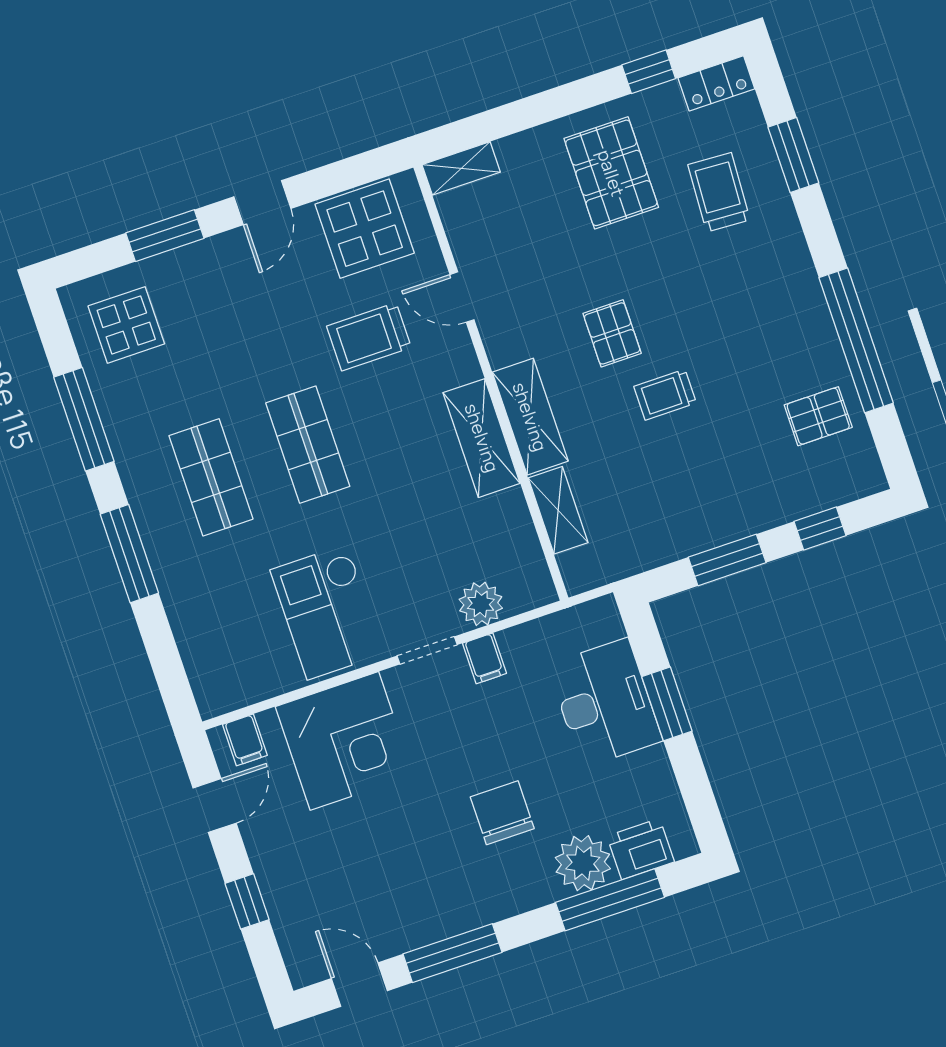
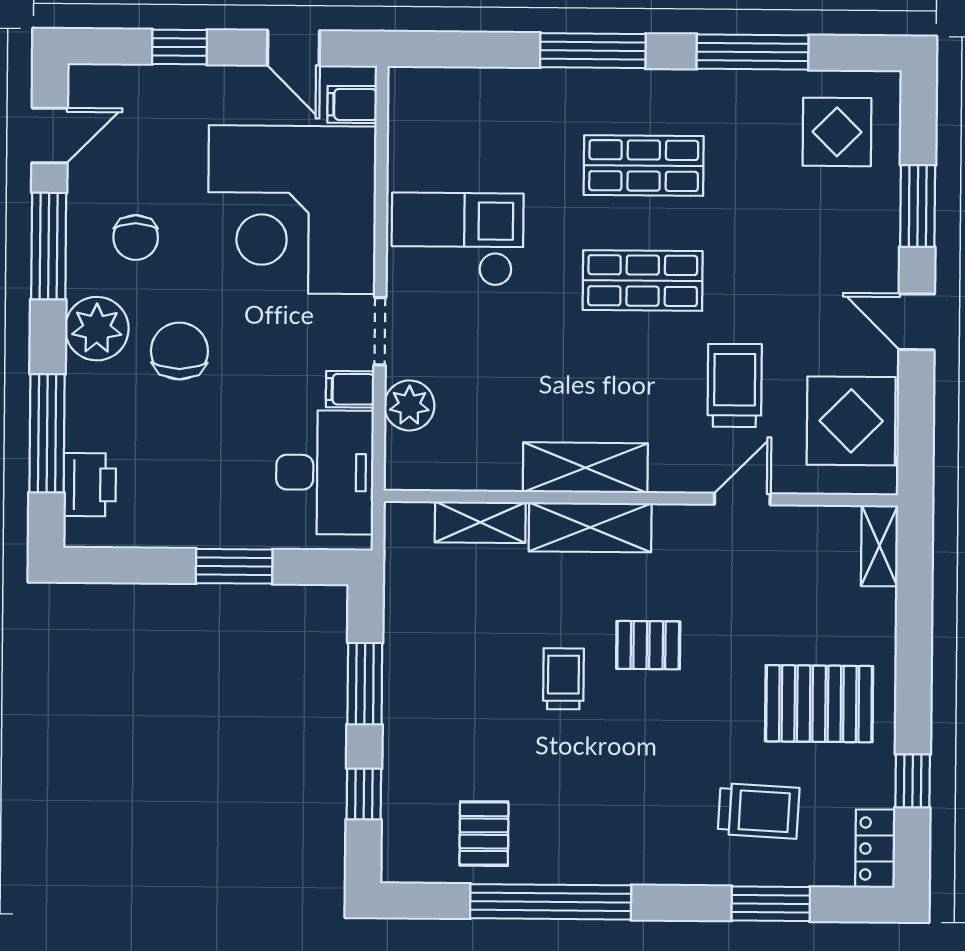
desk: (605, 703) -> (325, 472), moved, turned -90
corner desk: (344, 741) -> (292, 210), width x1.36, depth x1.36
chair: (502, 813) -> (179, 351), turned -90
plant: (583, 863) -> (97, 329), moved
chair: (420, 883) -> (136, 237), added

